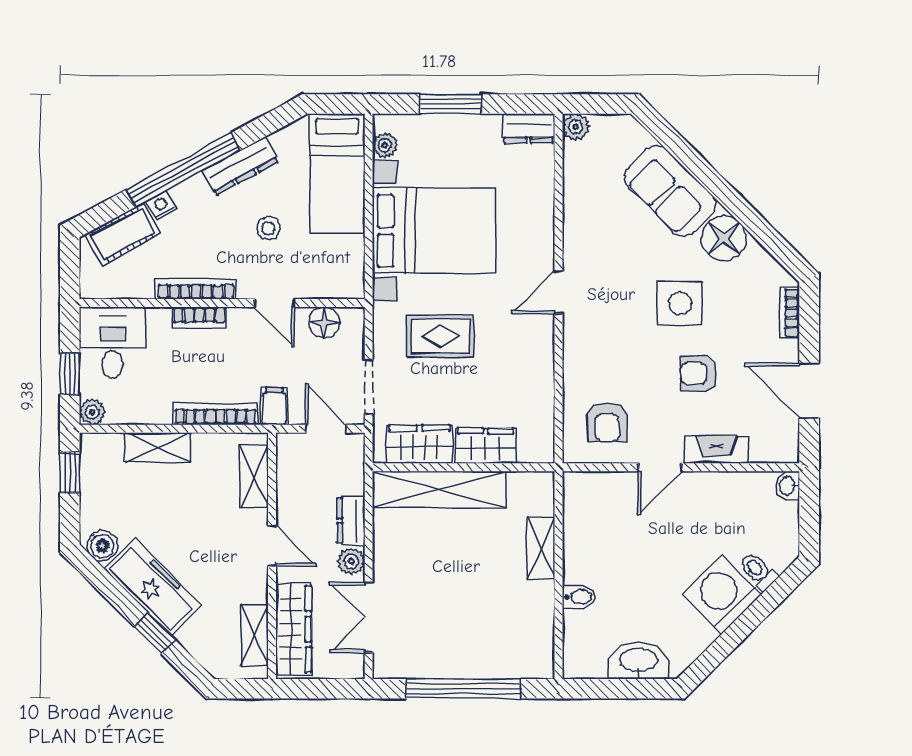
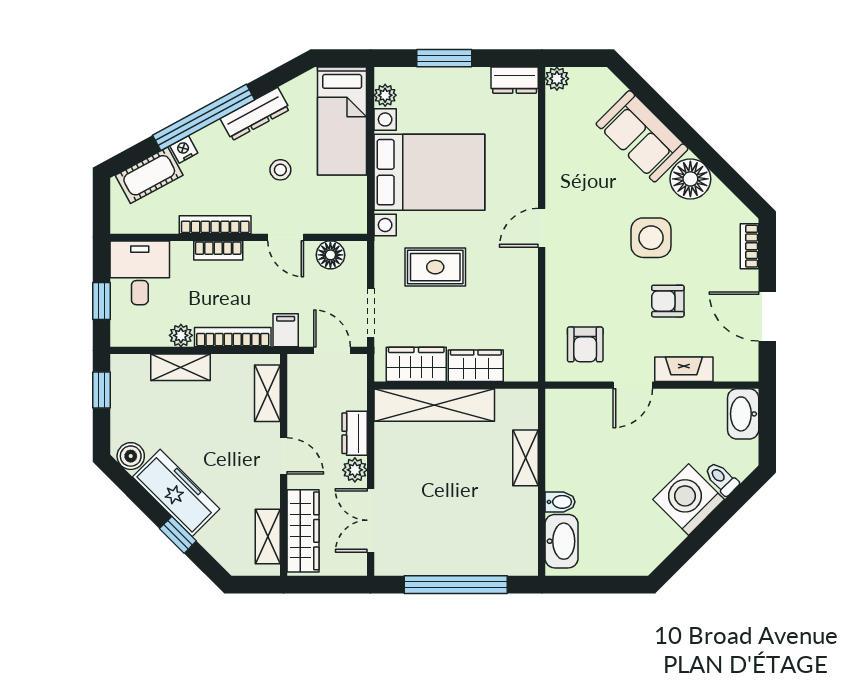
plant: (92, 412) -> (181, 335), moved
washbasin: (788, 486) -> (743, 414), width x1.91, depth x1.45
washbasin: (639, 661) -> (561, 541), moved, turned 90

